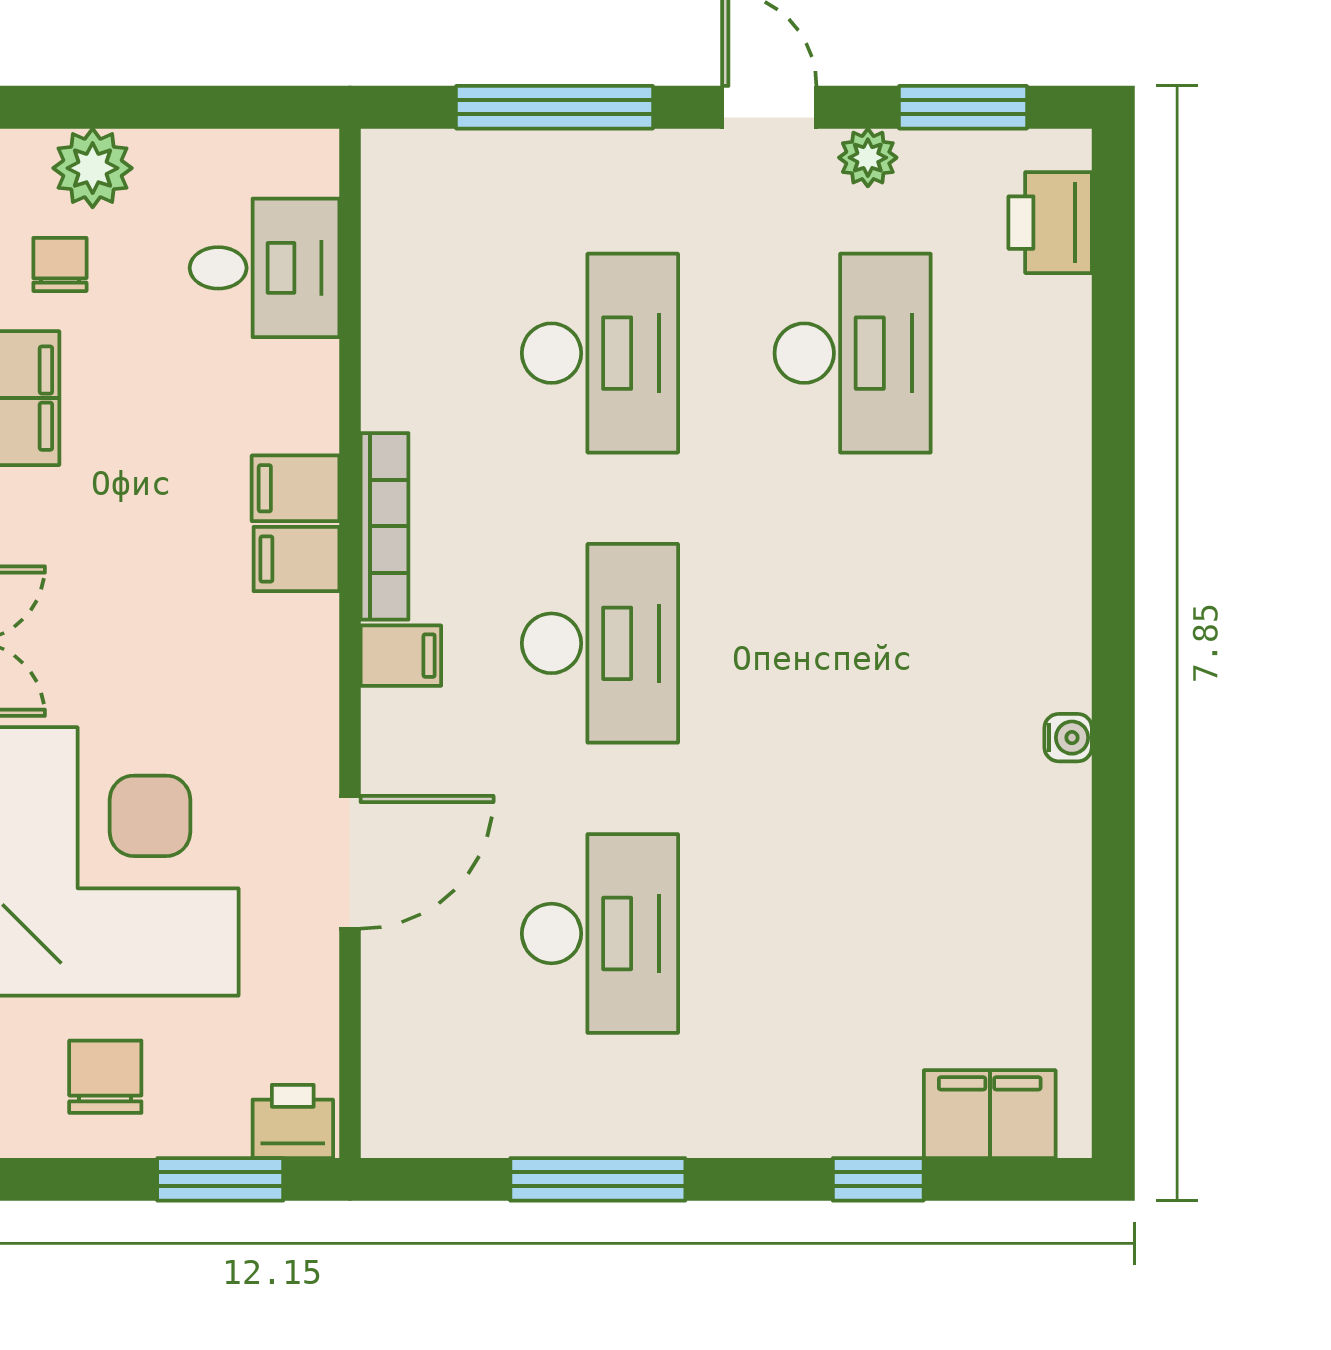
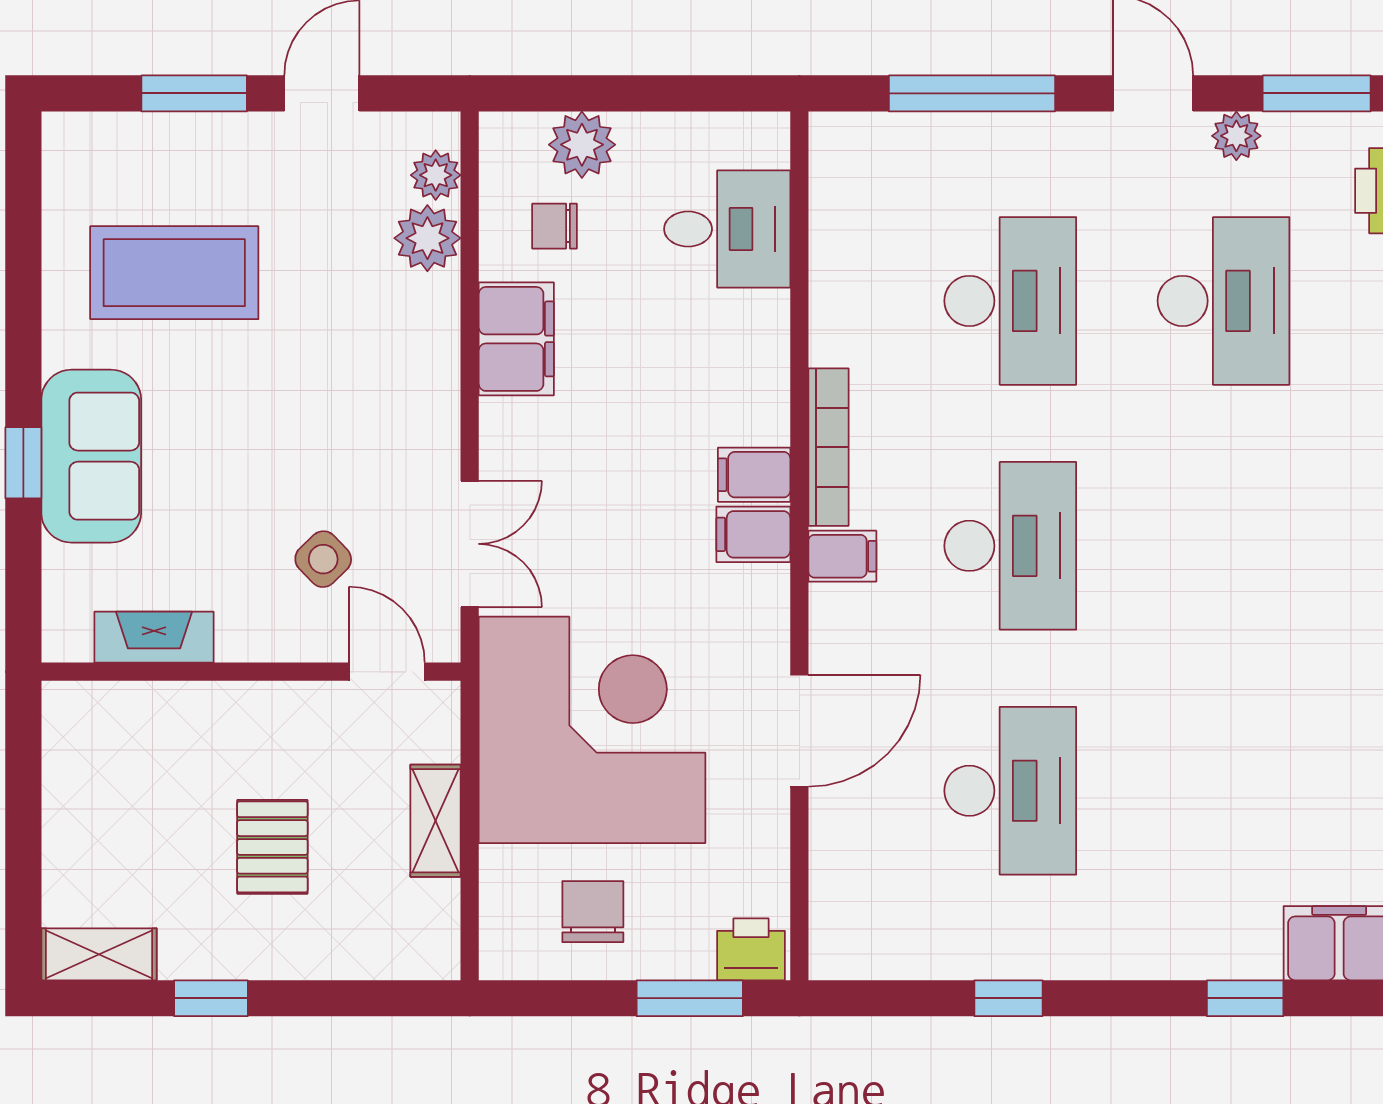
chair: (60, 264) -> (554, 226), turned -90
filing cabinet: (296, 488) -> (753, 534), moved
window: (598, 1179) -> (1008, 998), width x0.46

